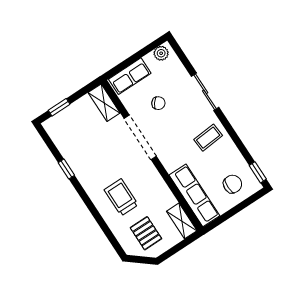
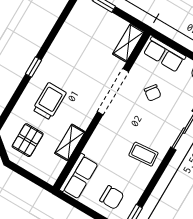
window: (66, 169) -> (34, 67), moved
row of seats: (194, 195) -> (79, 176), width x0.68
shelving: (182, 221) -> (70, 143), moved

